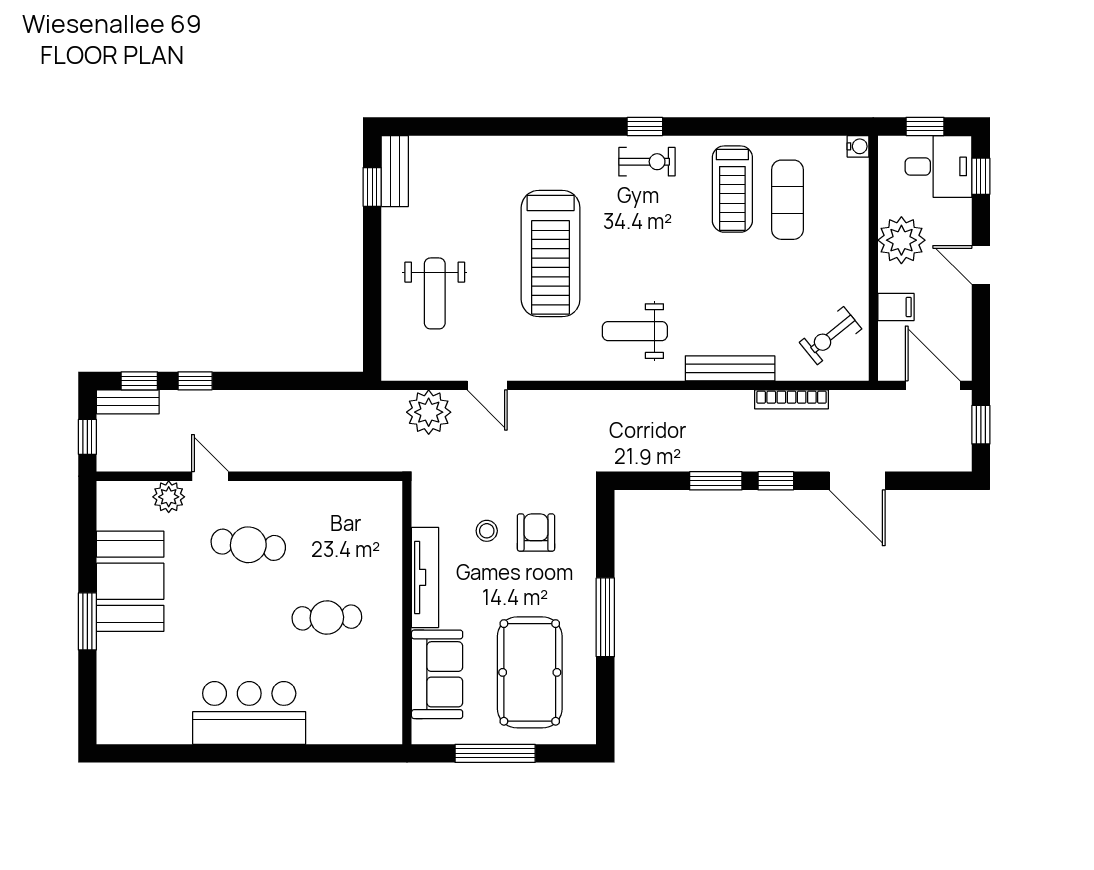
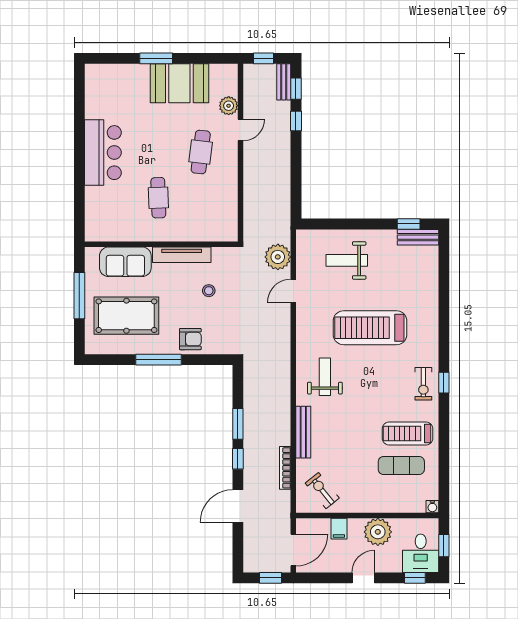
armchair: (536, 533) -> (190, 339), moved

